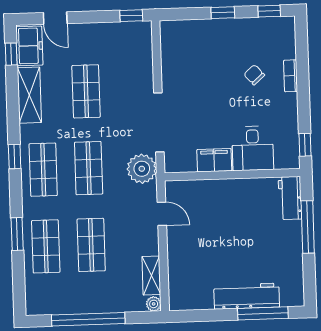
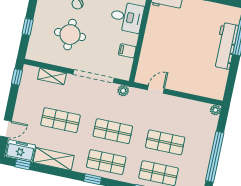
window: (223, 13) -> (28, 27), moved
round table: (209, 75) -> (70, 35), added
filing cabinet: (214, 160) -> (127, 51), width x0.50
plant: (142, 169) -> (123, 91), width x0.53, depth x0.53
shelving: (151, 276) -> (52, 76), moved

